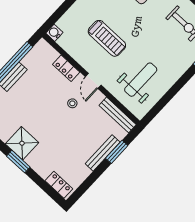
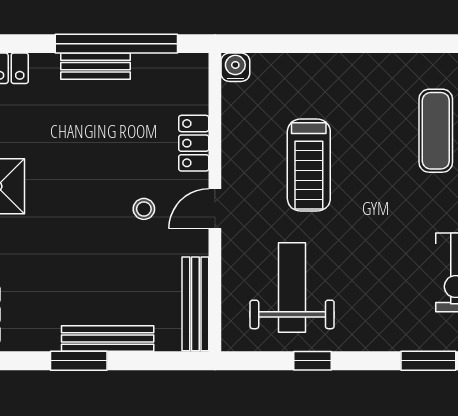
weight bench: (141, 80) -> (292, 288), turned -90
window: (170, 95) -> (312, 361), added
window: (117, 152) -> (79, 361), moved

